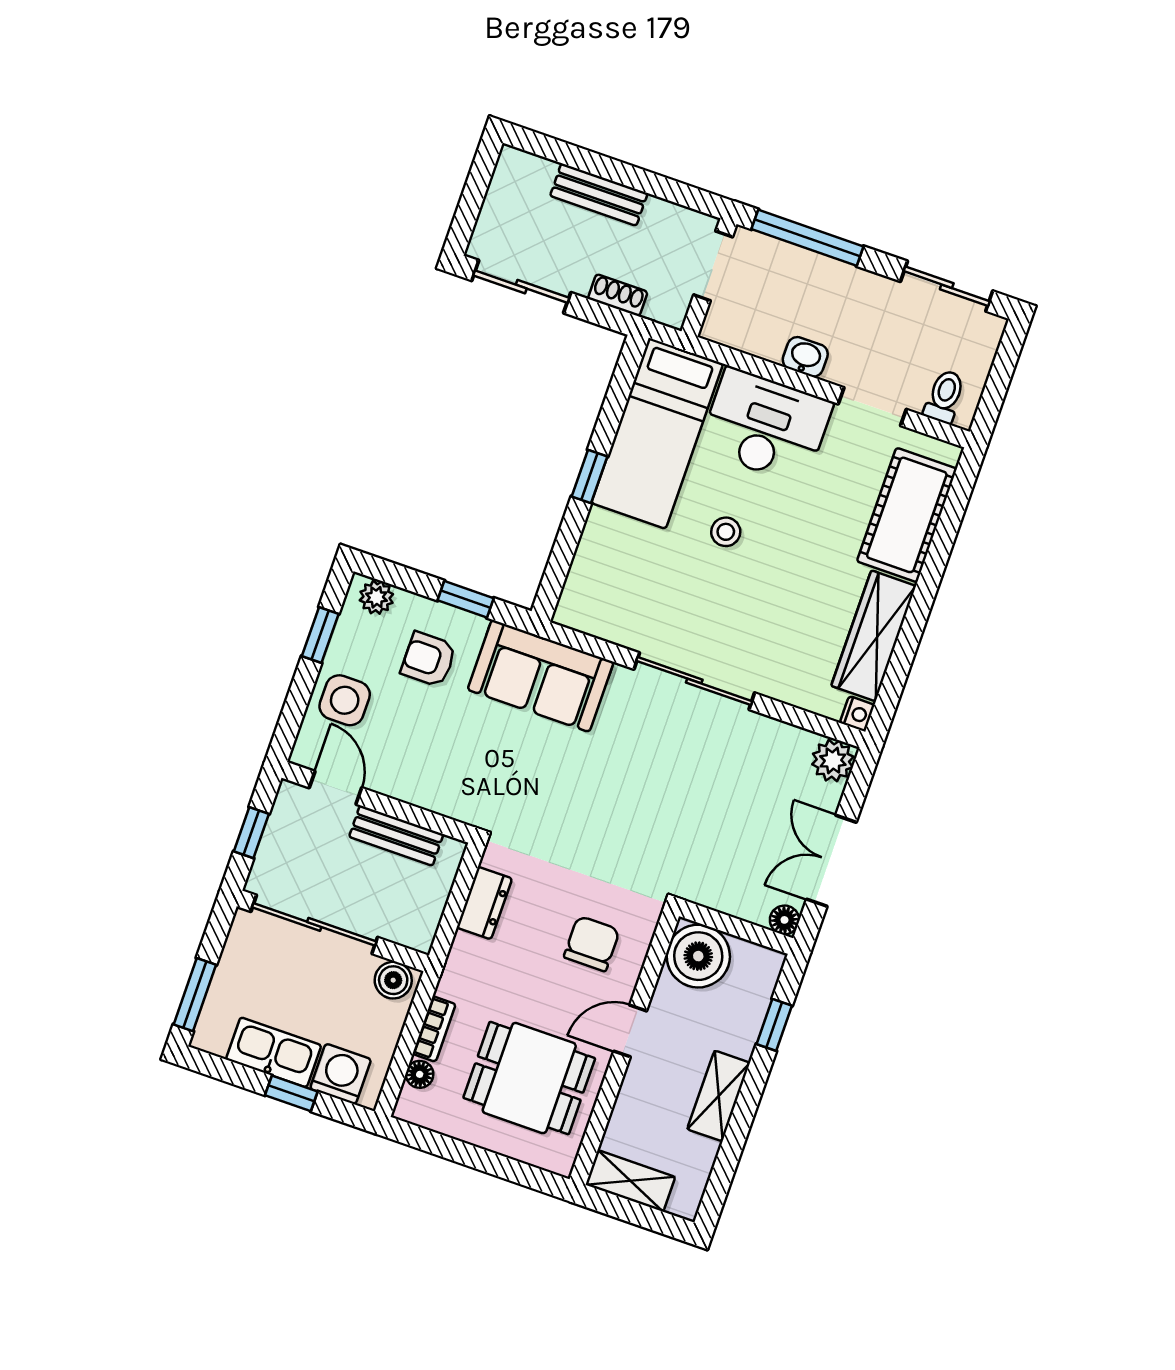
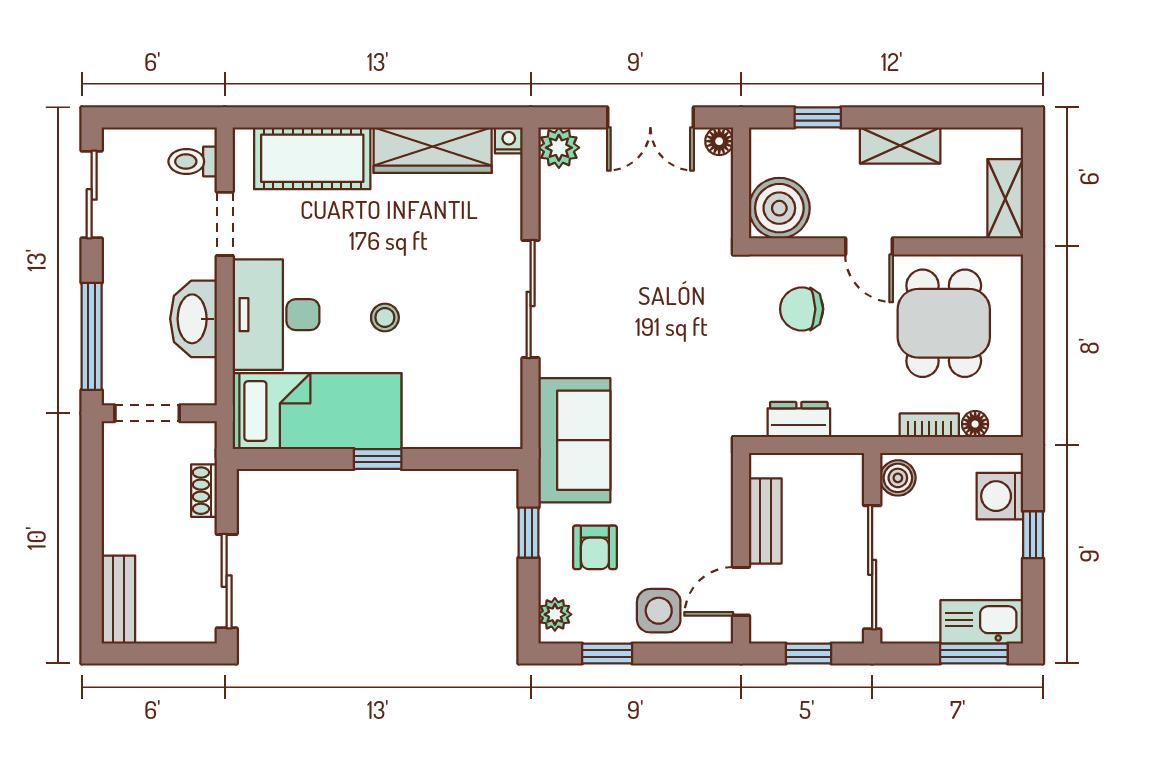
bench: (599, 195) -> (118, 600), moved
washbasin: (805, 357) -> (193, 319), width x1.91, depth x1.45
kitchen sink: (274, 1052) -> (982, 622), moved, turned 90

